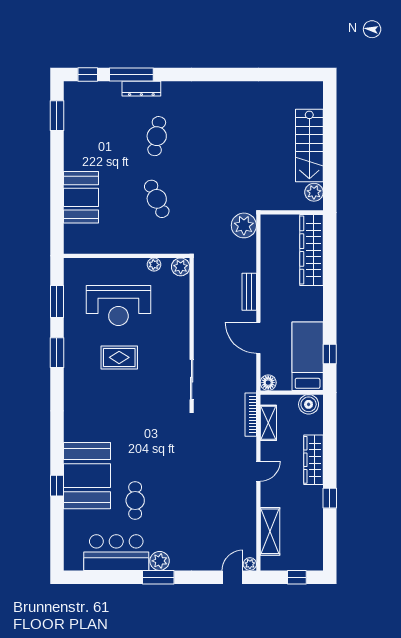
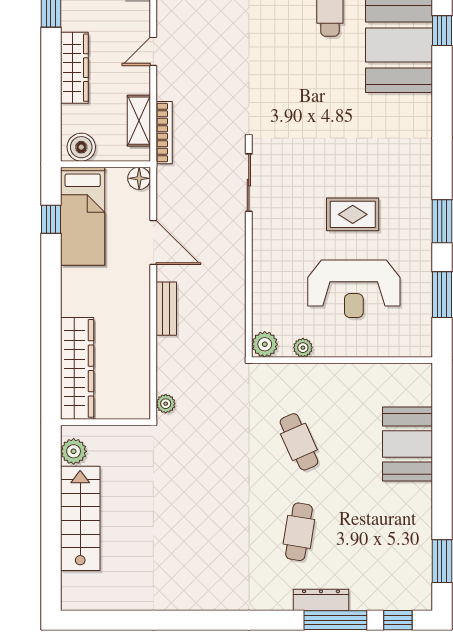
plant: (244, 225) -> (166, 404), width x0.53, depth x0.53
reception desk: (118, 306) -> (354, 289), turned 180

